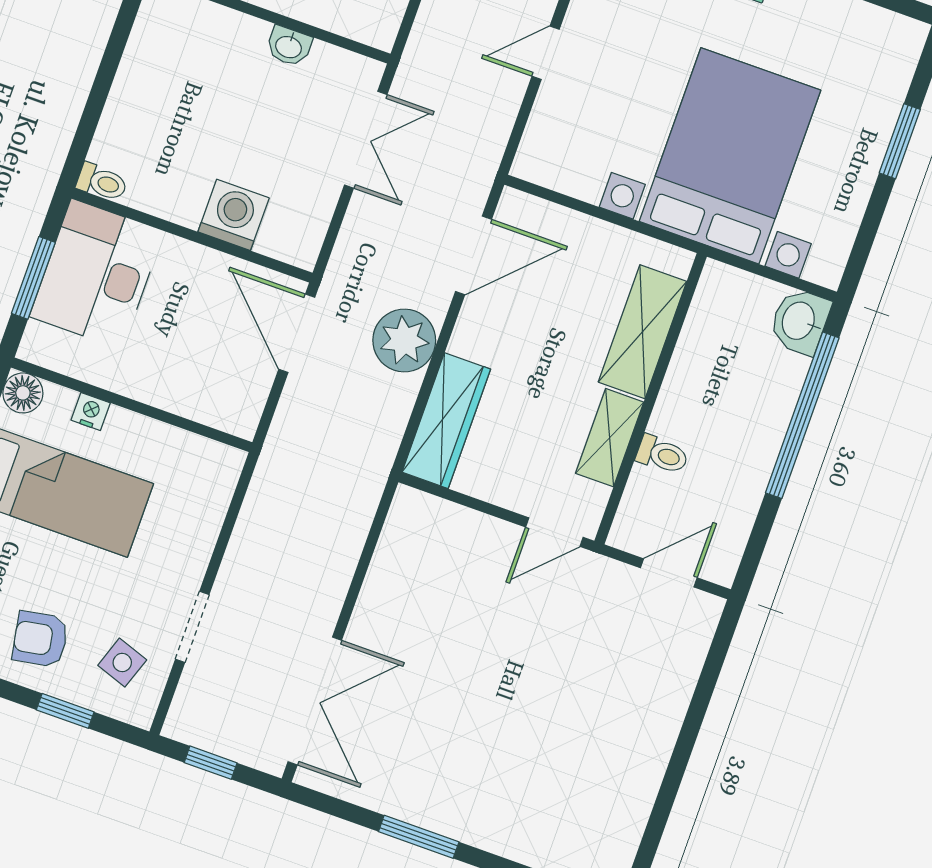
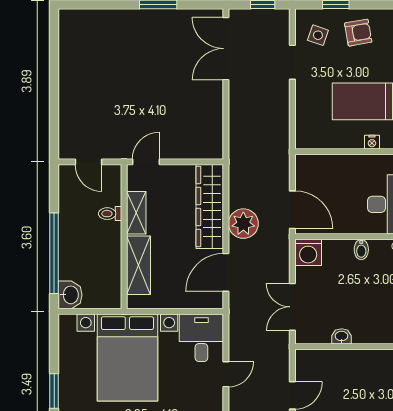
desk: (569, 143) -> (201, 338), added
bidet: (188, 205) -> (361, 250), added
washing machine: (234, 215) -> (308, 252), moved
wardrobe: (446, 421) -> (210, 206), width x1.40, depth x1.17
door: (669, 573) -> (88, 162), hinge flipped

